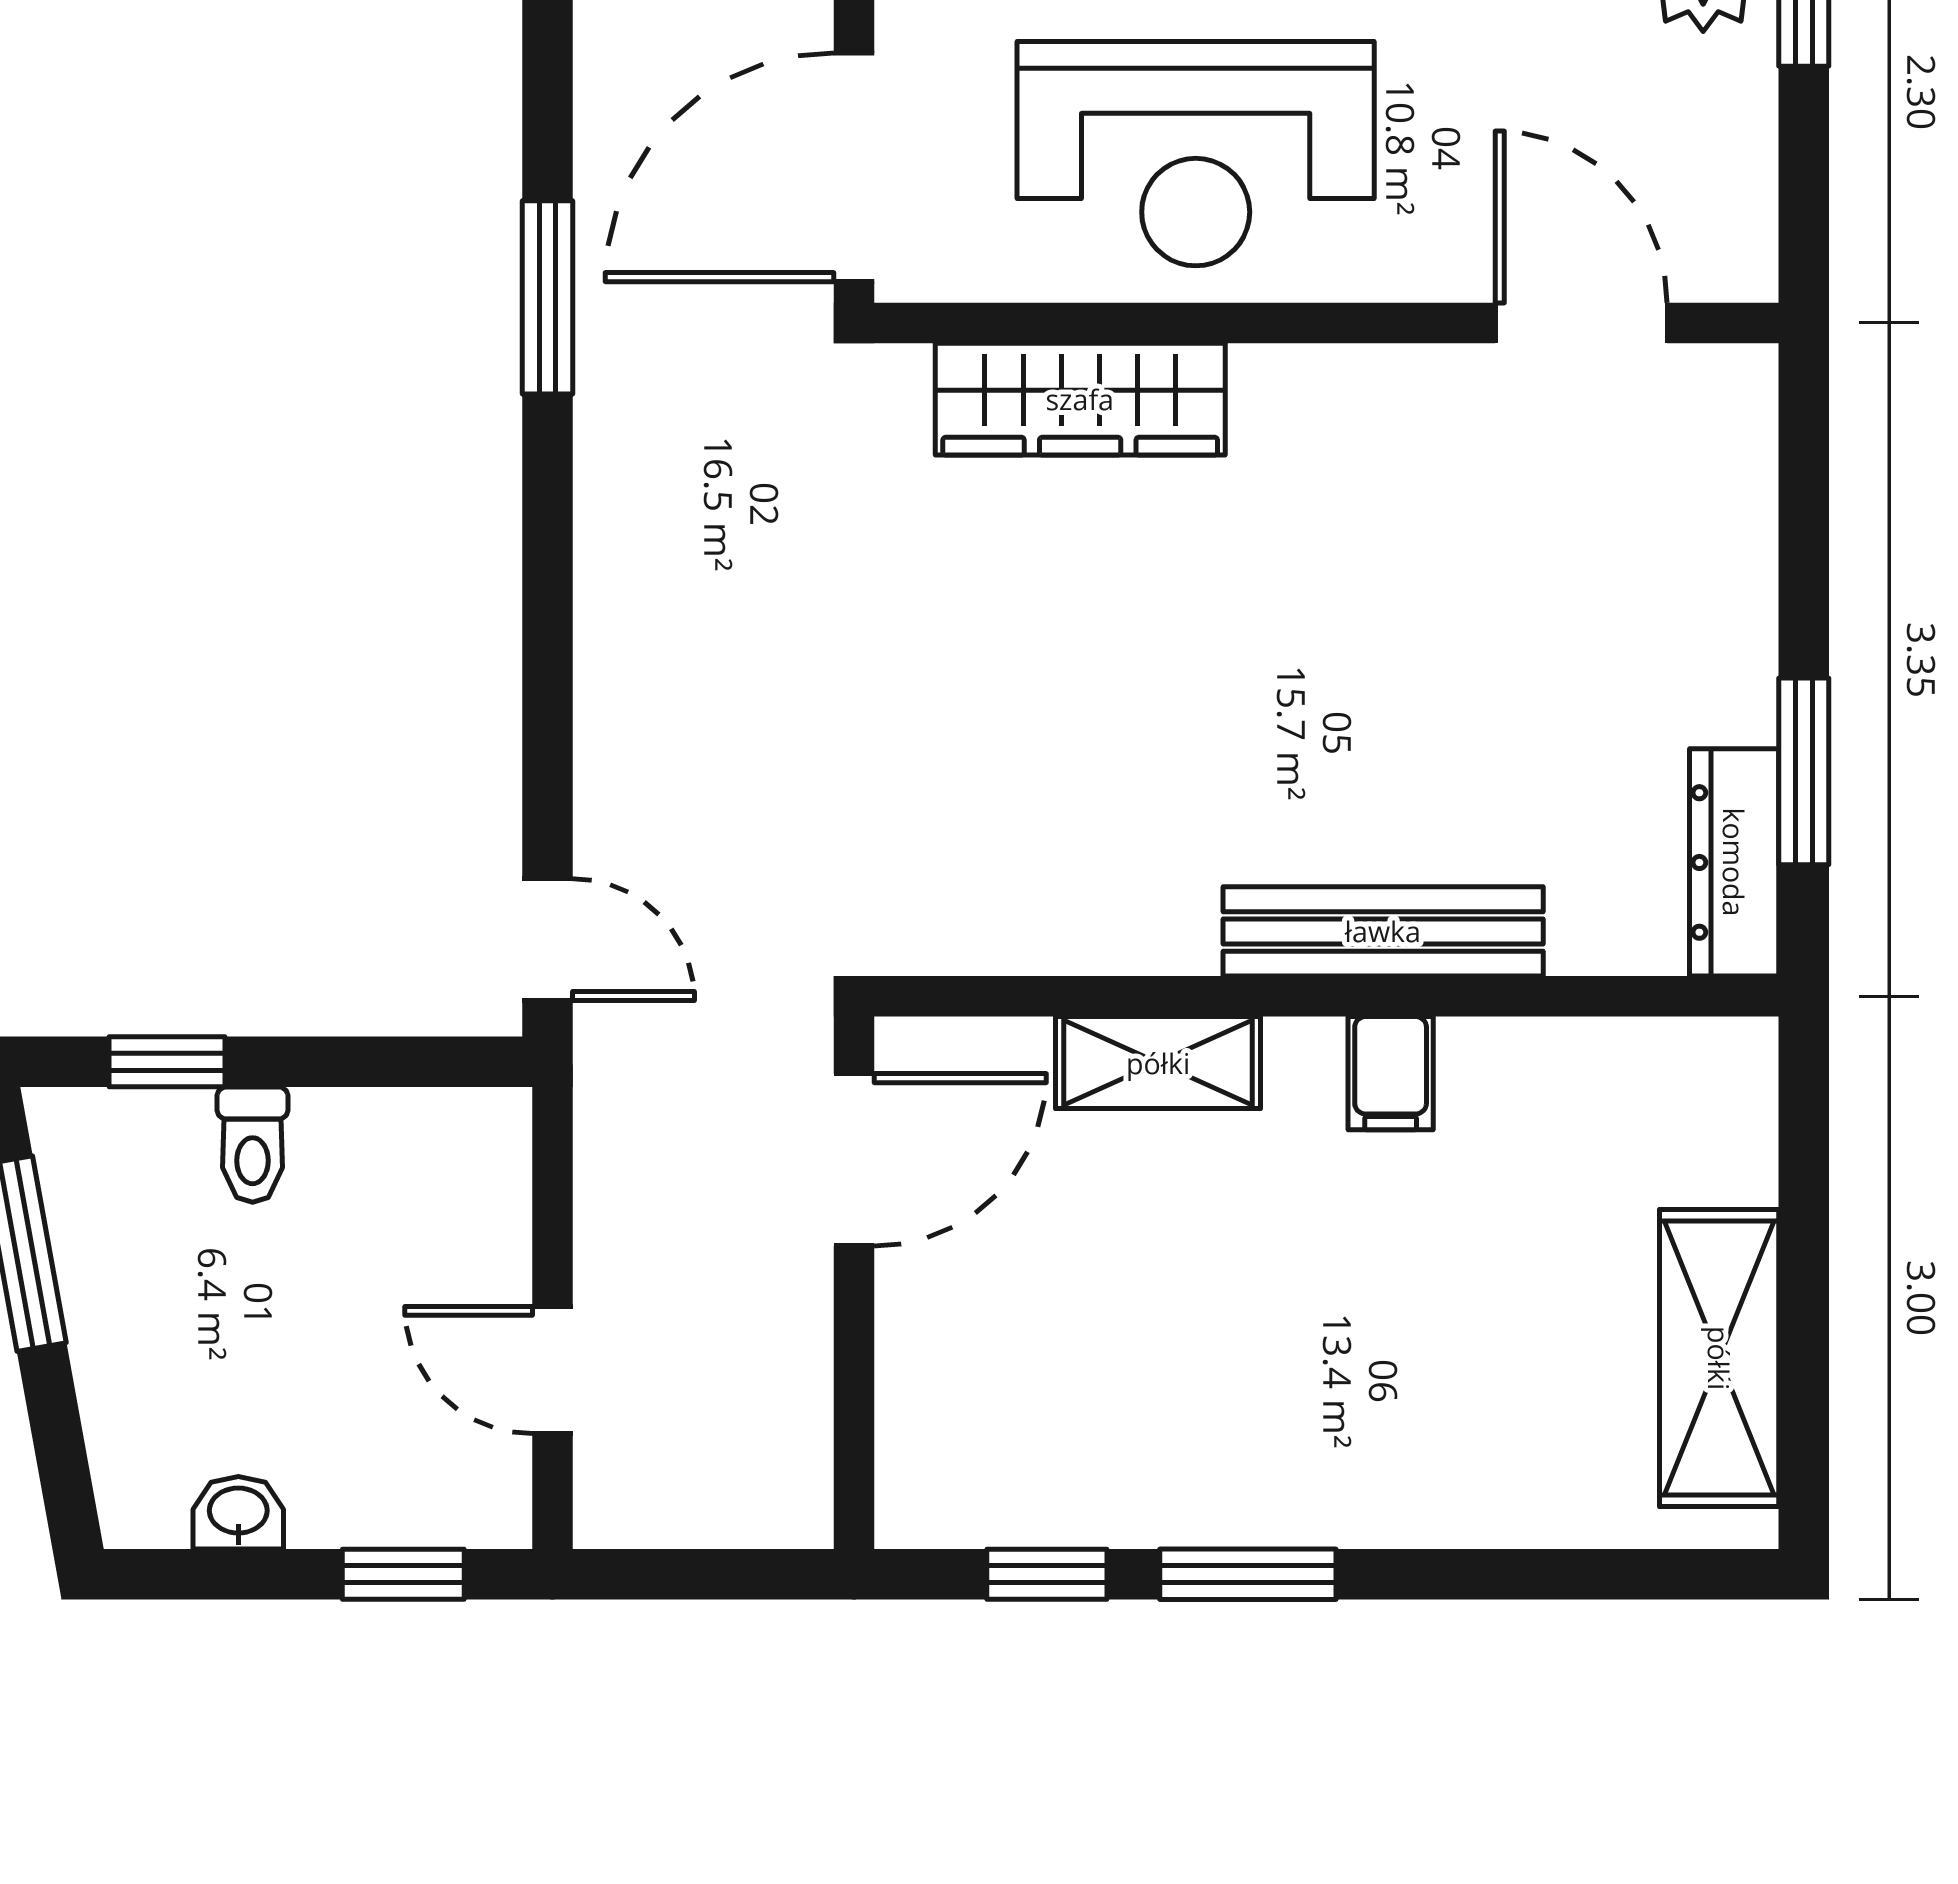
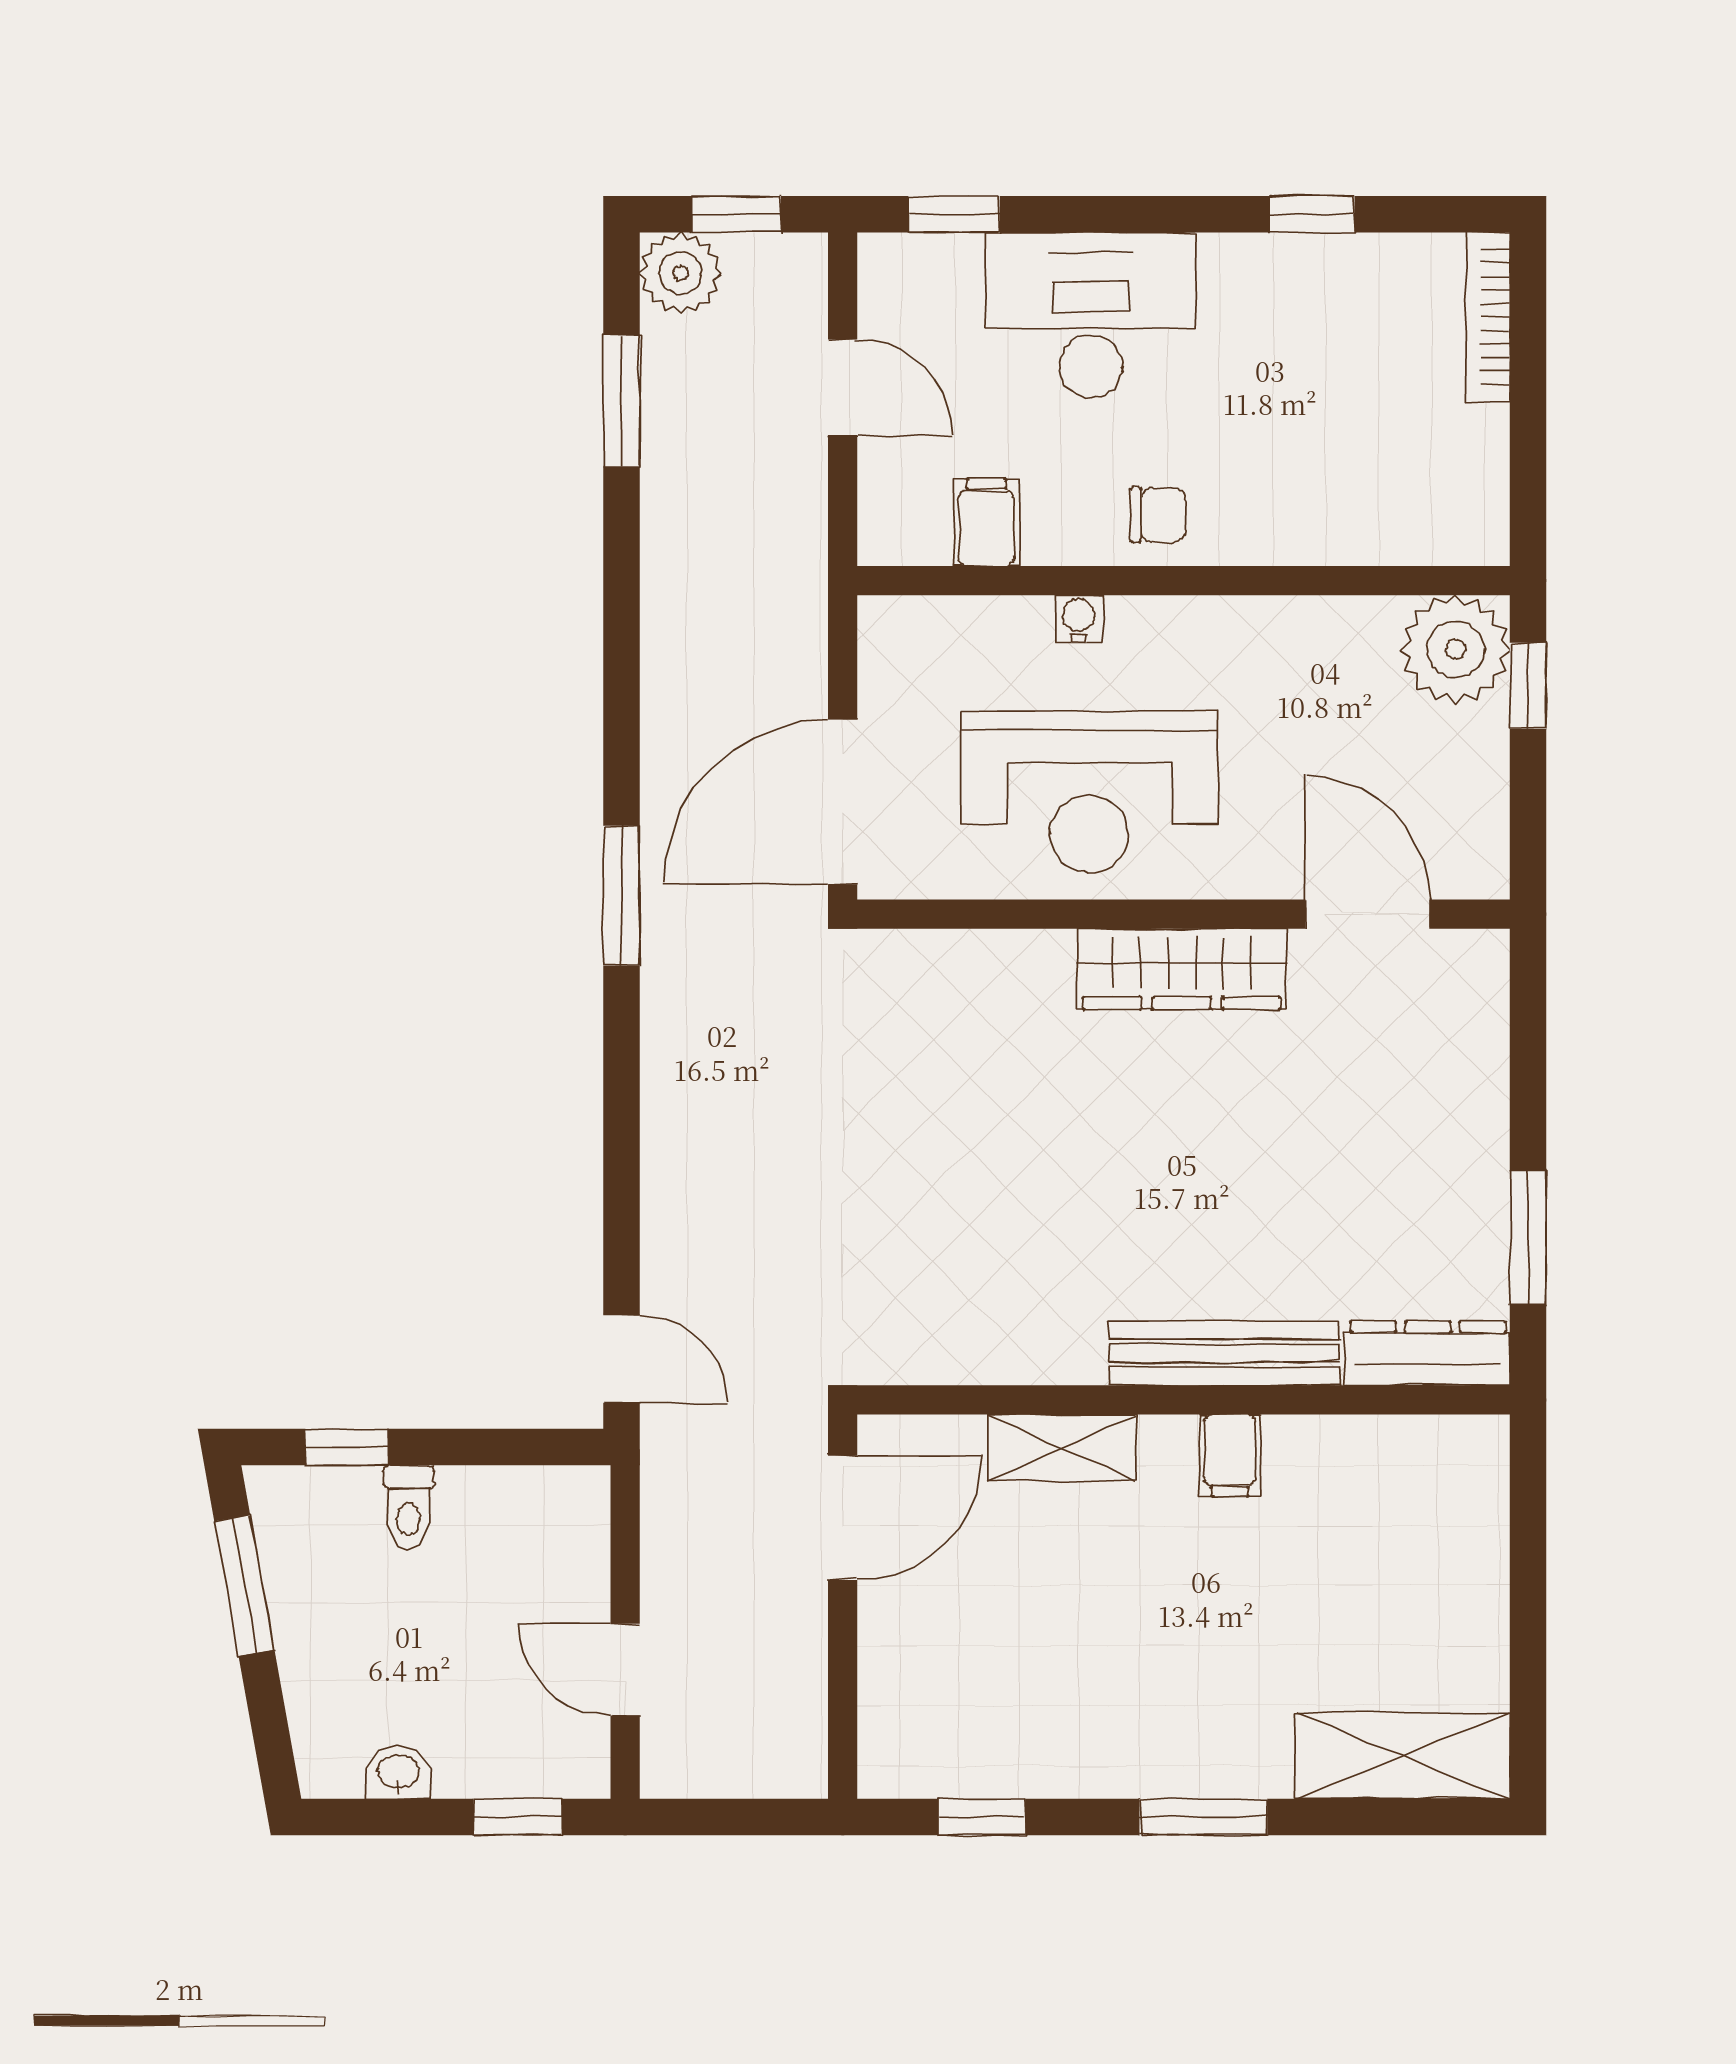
wardrobe: (1080, 399) -> (1182, 969), moved
dresser: (1734, 862) -> (1428, 1353), moved, turned 90
shelving: (1719, 1358) -> (1403, 1756), moved, turned 90
window: (1248, 1574) -> (1203, 1817), moved

